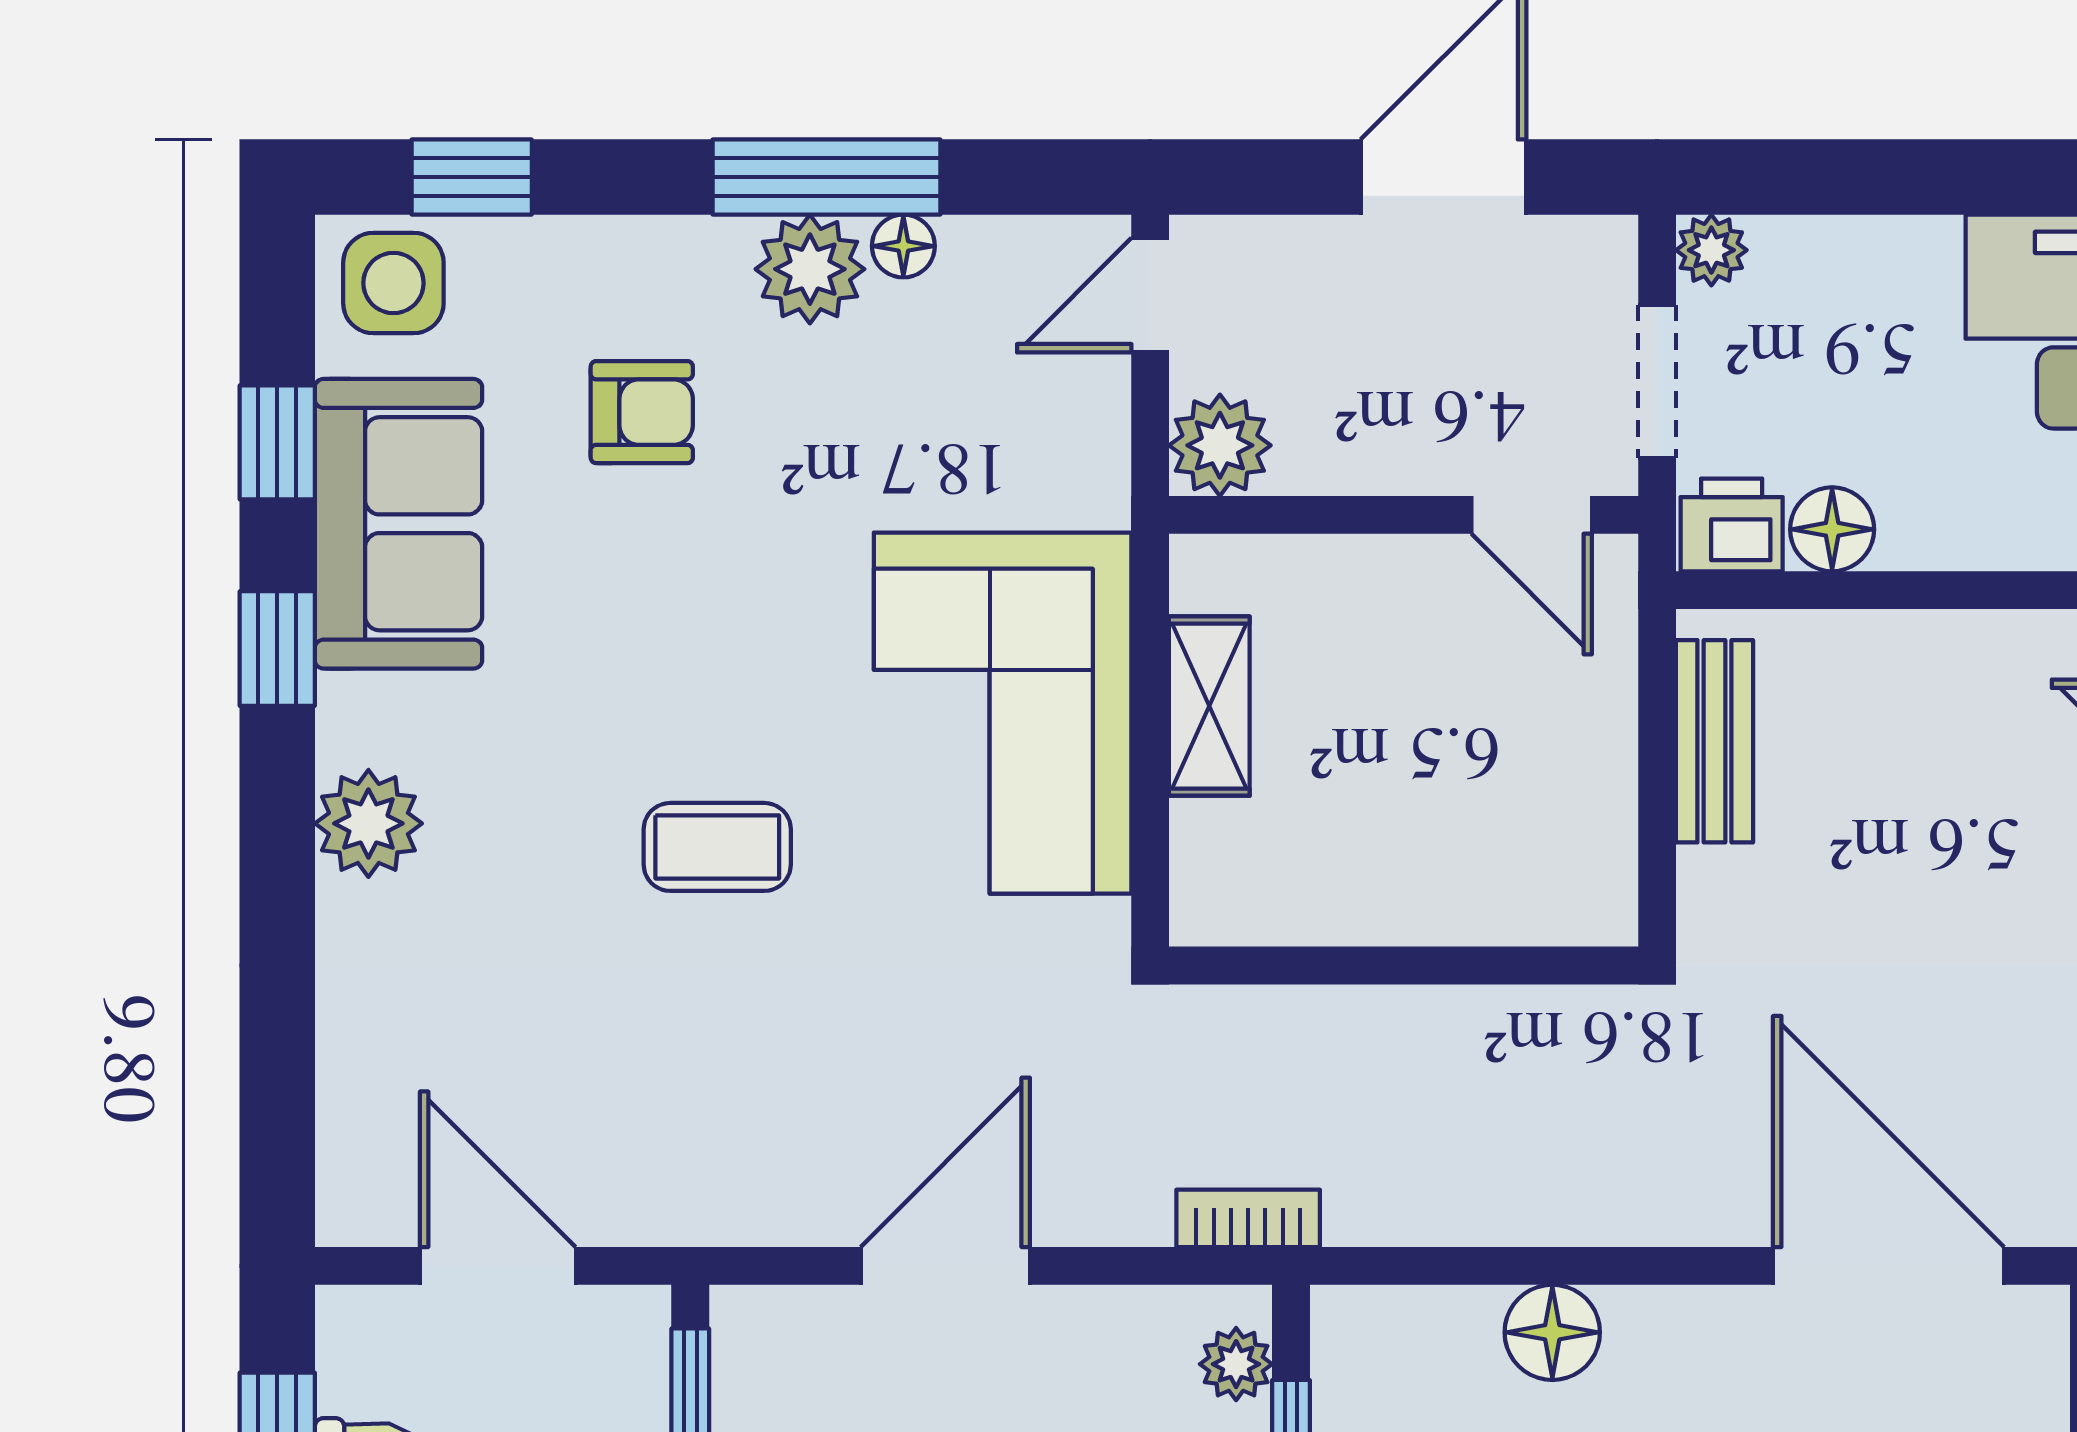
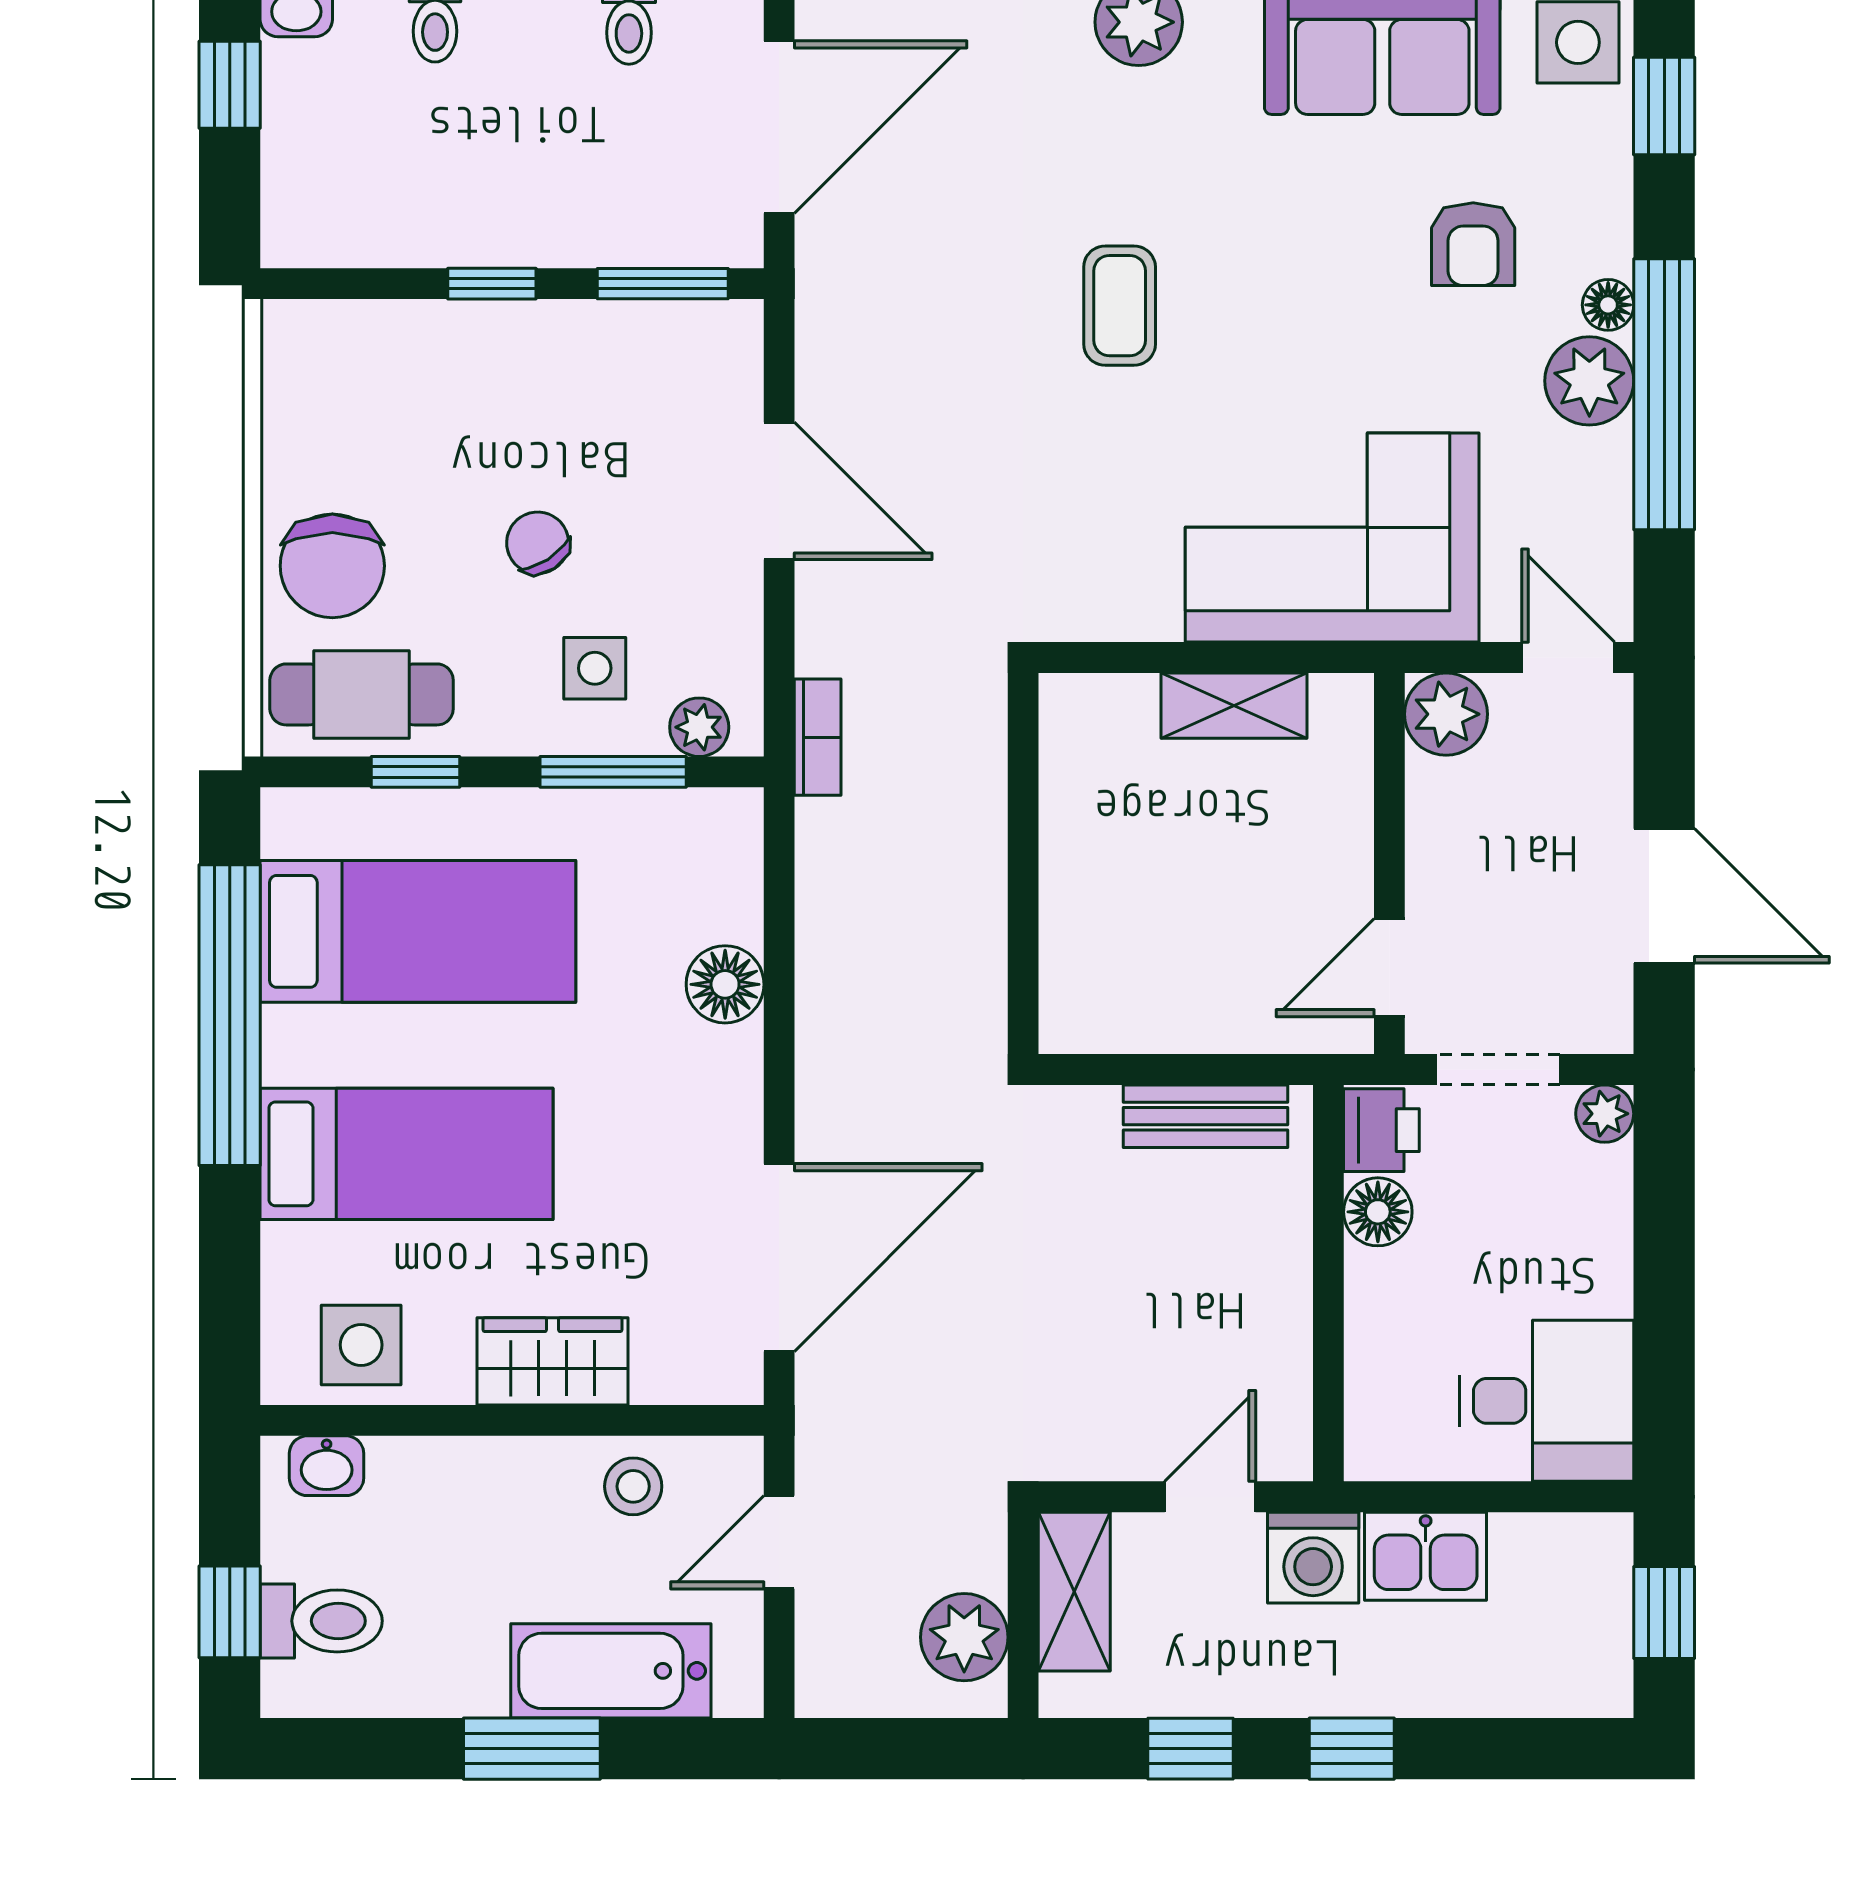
window: (826, 177) -> (1664, 394), width x1.46
floor lamp: (903, 246) -> (1608, 305), moved
corner sofa: (1003, 713) -> (1332, 538), moved
door: (498, 1266) -> (779, 127), width x1.36

